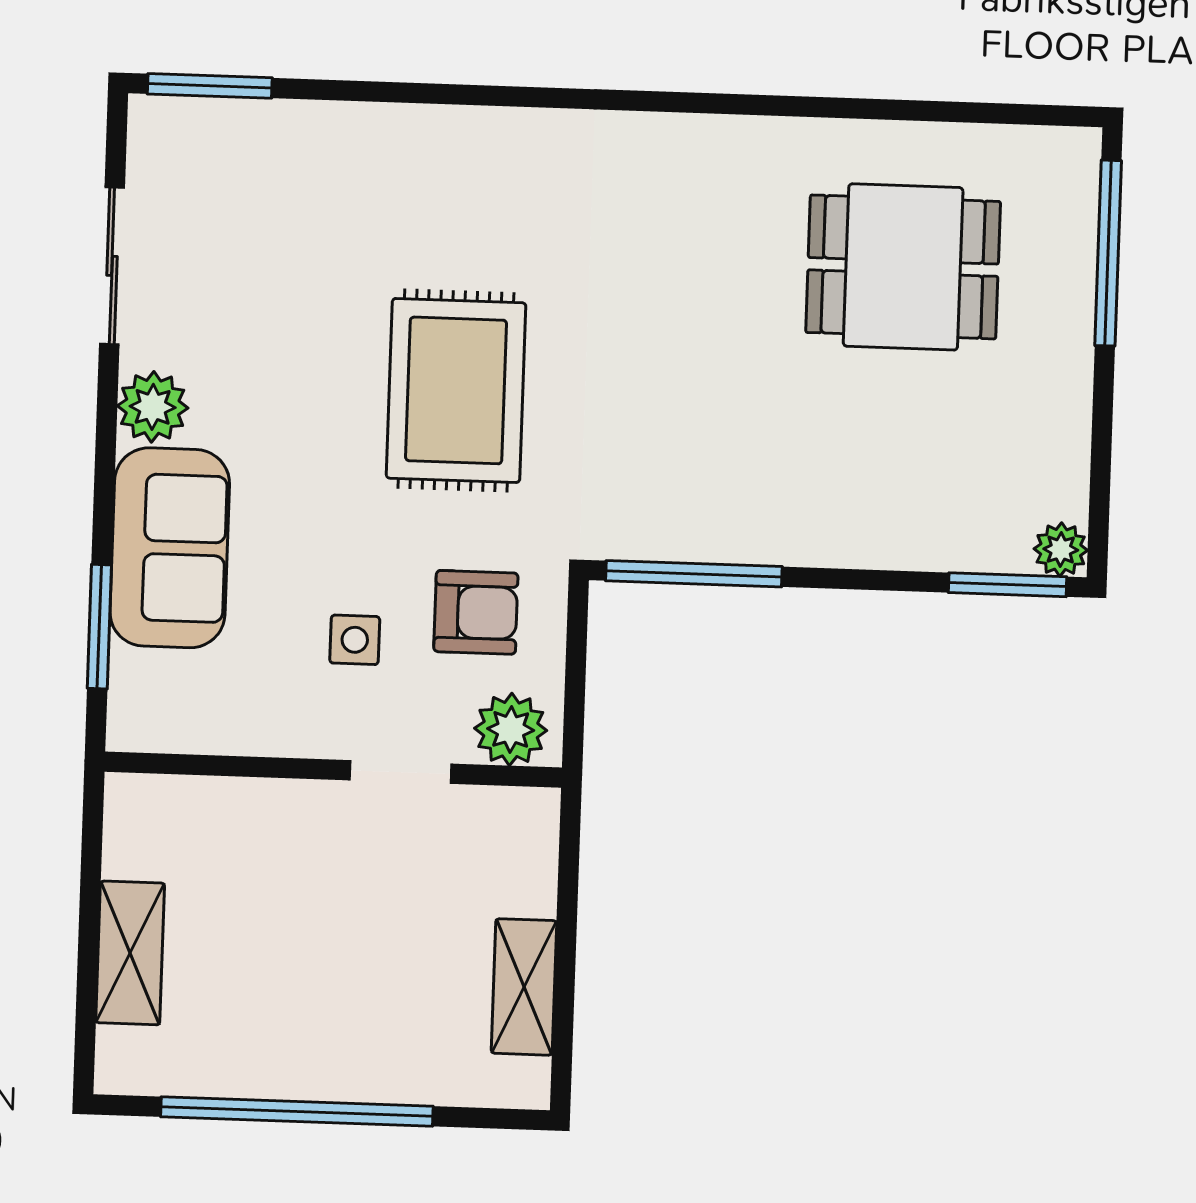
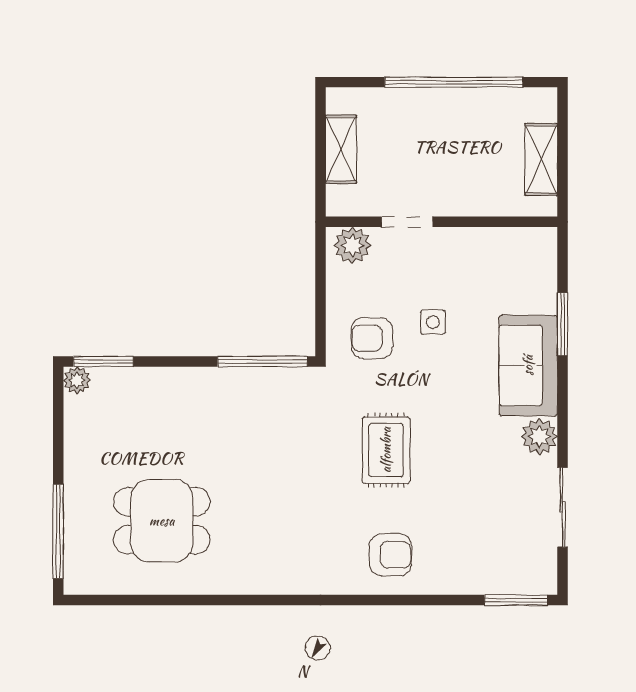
armchair: (454, 184) -> (390, 555), added
rug: (456, 390) -> (386, 450), width x0.73, depth x0.70
plant: (511, 729) -> (352, 245), moved
wall: (333, 770) -> (442, 222), moved
doorway: (401, 772) -> (407, 222), moved

